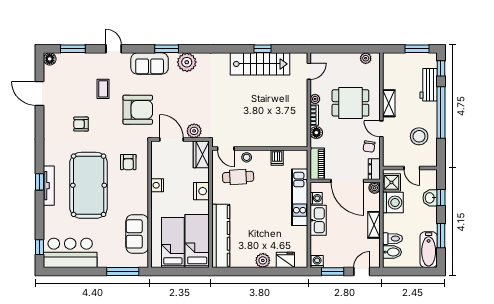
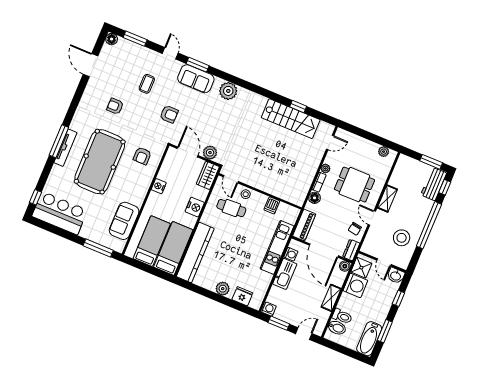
window: (167, 49) -> (198, 65), moved
workbench: (429, 85) -> (434, 184), moved
armchair: (138, 110) -> (169, 114), width x0.53, depth x0.53
window: (40, 182) -> (59, 141), width x2.17
washbasin: (430, 198) -> (396, 276), moved, turned -90

